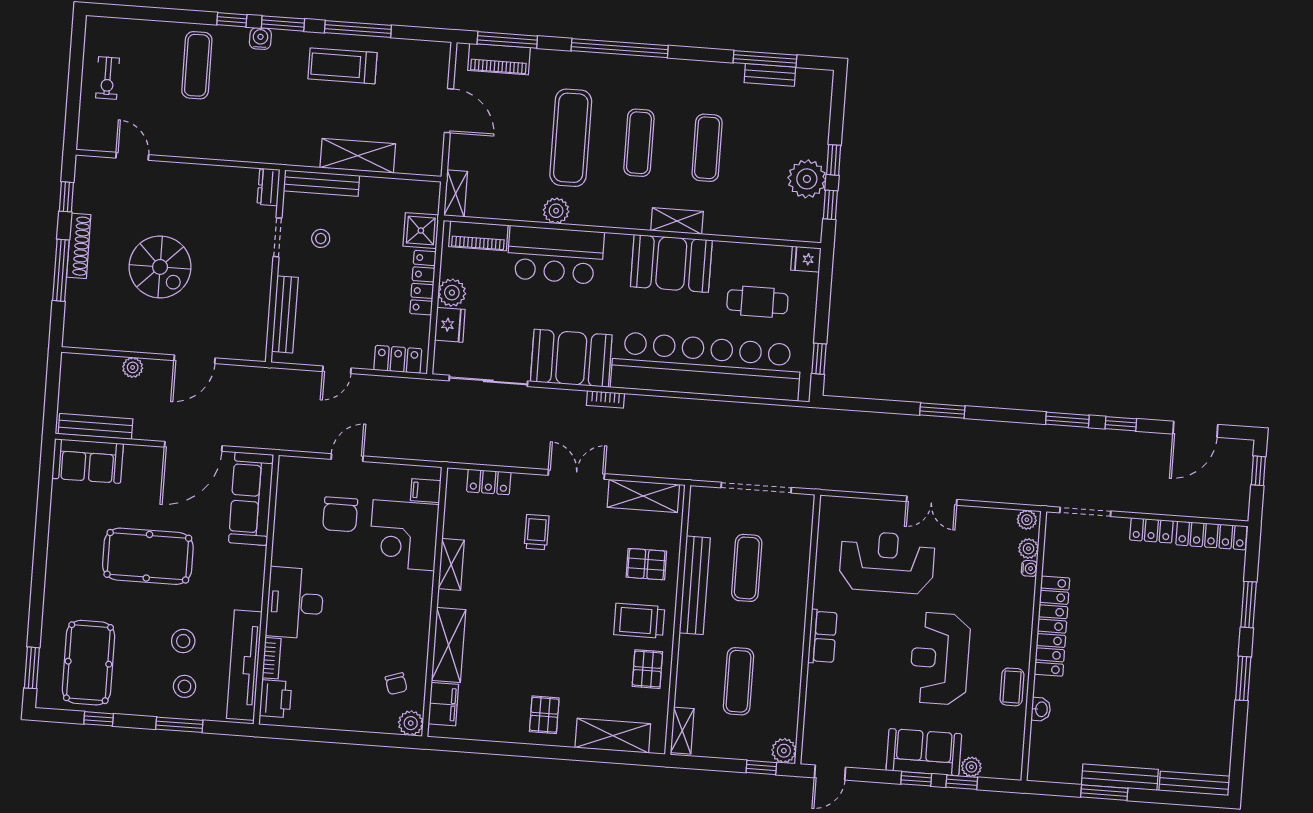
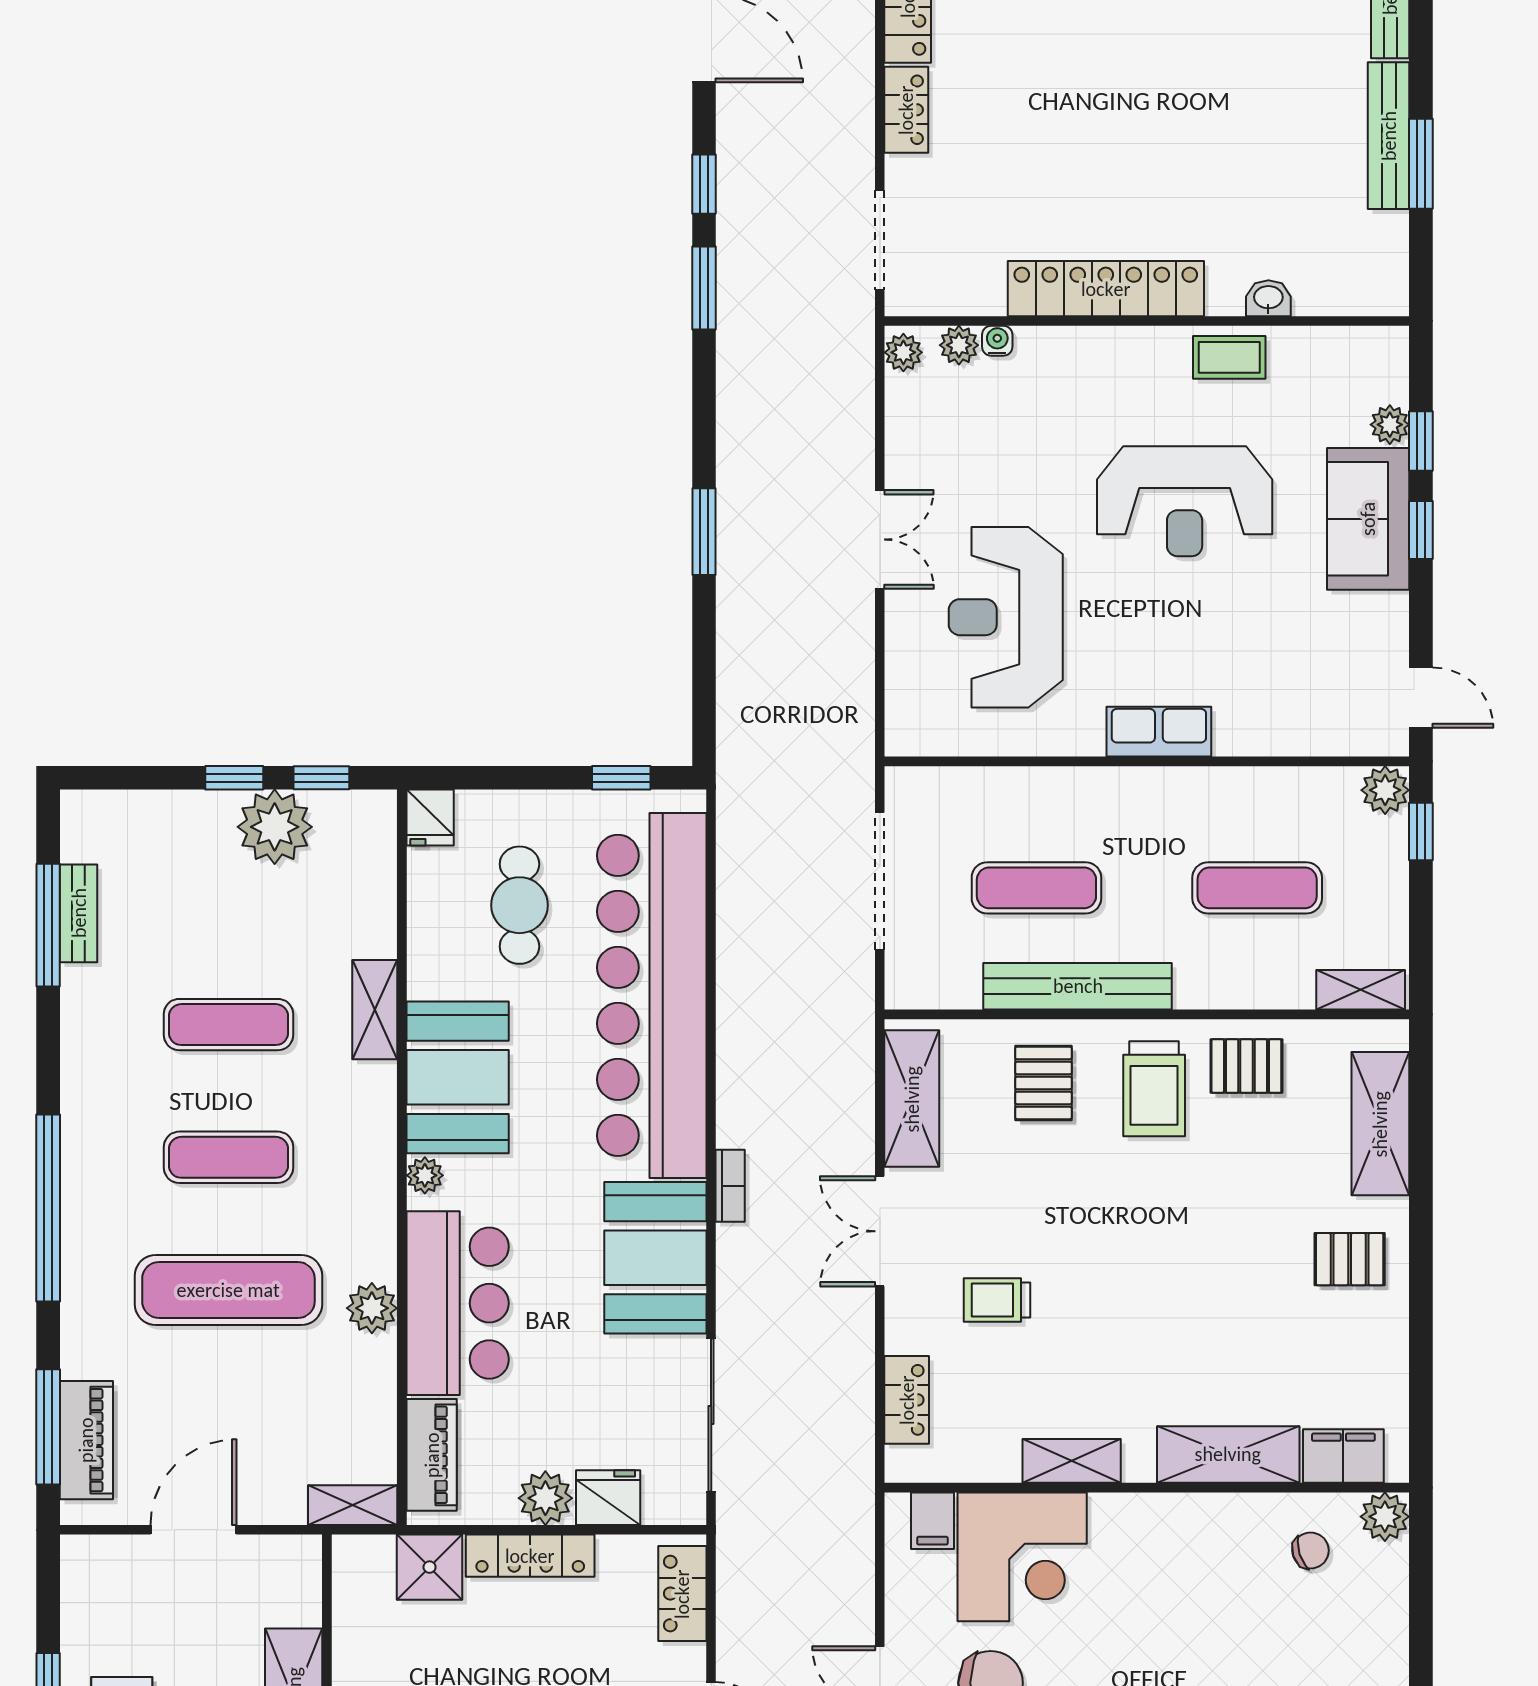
shelving: (677, 221) -> (375, 1010), moved
plant: (622, 243) -> (425, 1175), added

